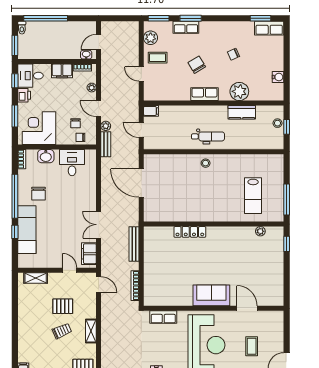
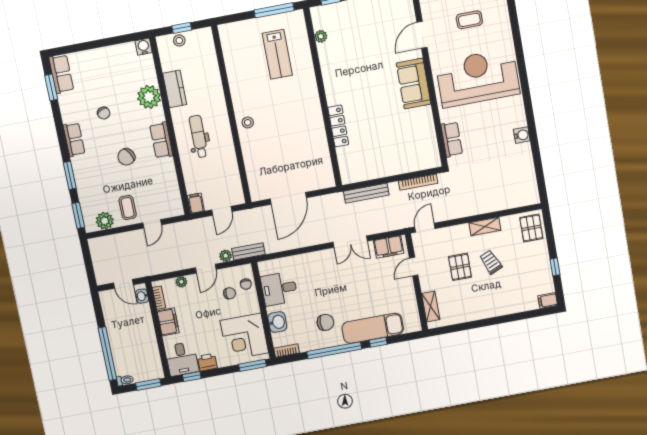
row of seats: (186, 27) -> (74, 140), moved
water cooler: (278, 77) -> (144, 47), moved
window: (15, 116) -> (253, 365), moved
dental chair: (208, 136) -> (199, 136), moved
lab bench: (253, 196) -> (277, 54), turned 90

